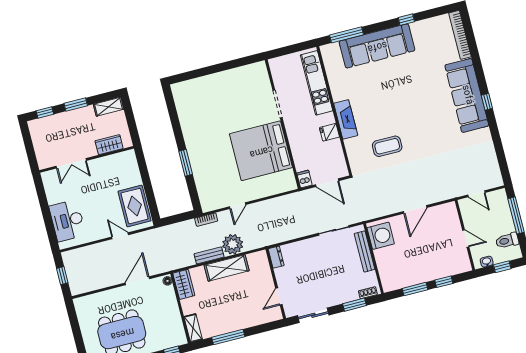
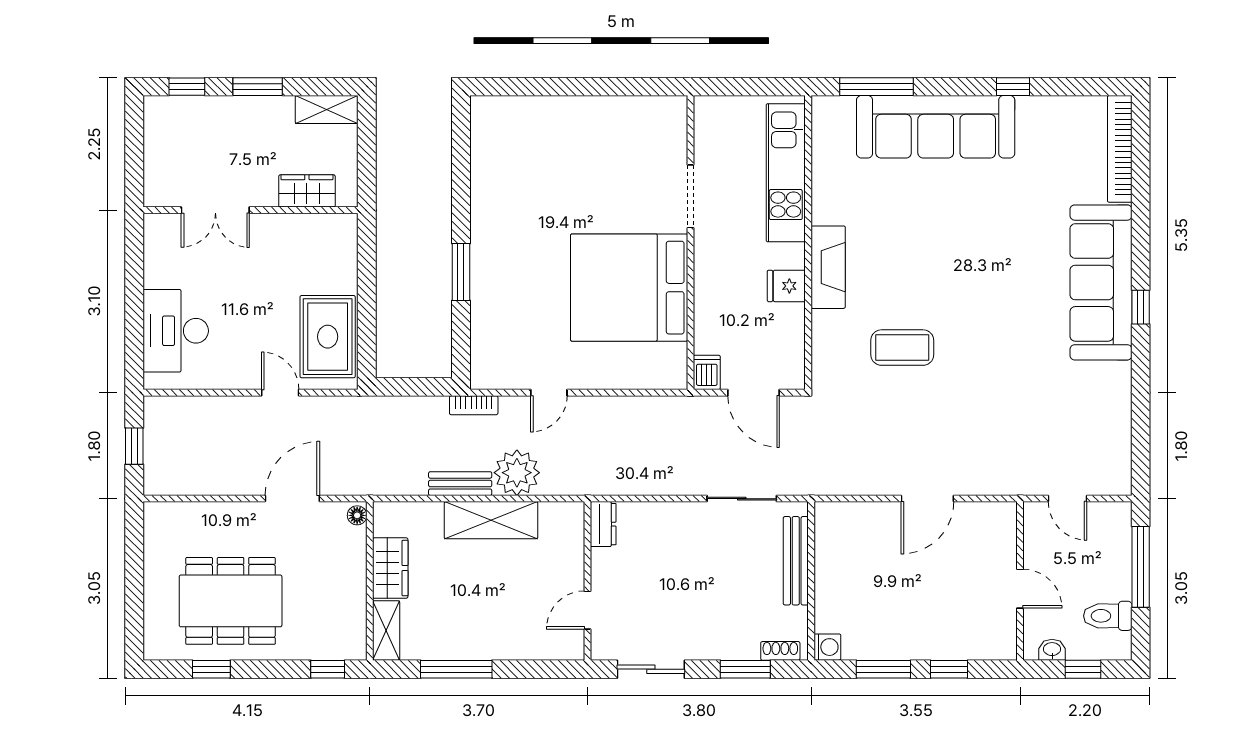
washing machine: (381, 236) -> (827, 647), moved, width x0.53, depth x0.53
wardrobe: (184, 284) -> (390, 568), moved

